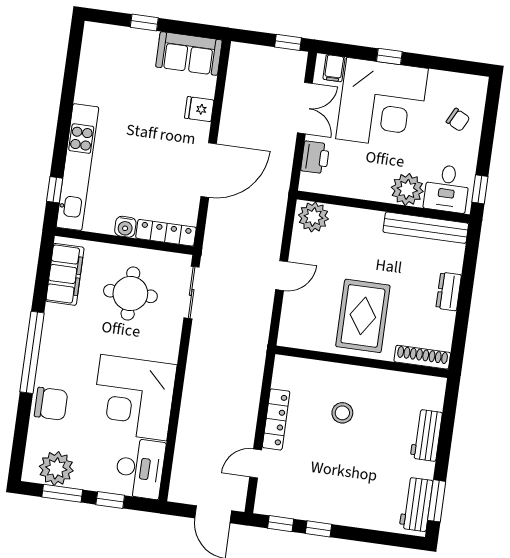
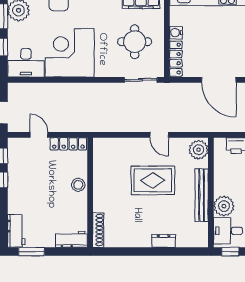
bench: (426, 228) -> (202, 195), moved
rug: (363, 316) -> (153, 180), moved
shoe rack: (422, 357) -> (98, 230), moved
wall: (362, 362) -> (90, 193), moved
workbench: (416, 504) -> (16, 231), moved, turned 90

